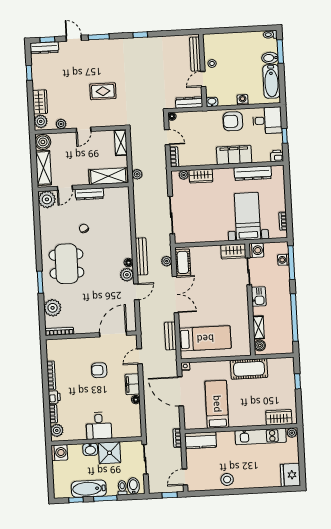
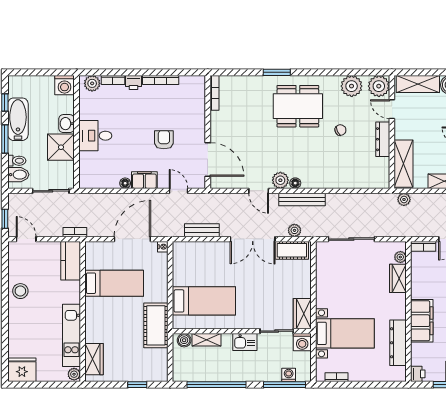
plant: (53, 308) -> (352, 86), moved
bed: (205, 338) -> (204, 301), moved, turned -90

